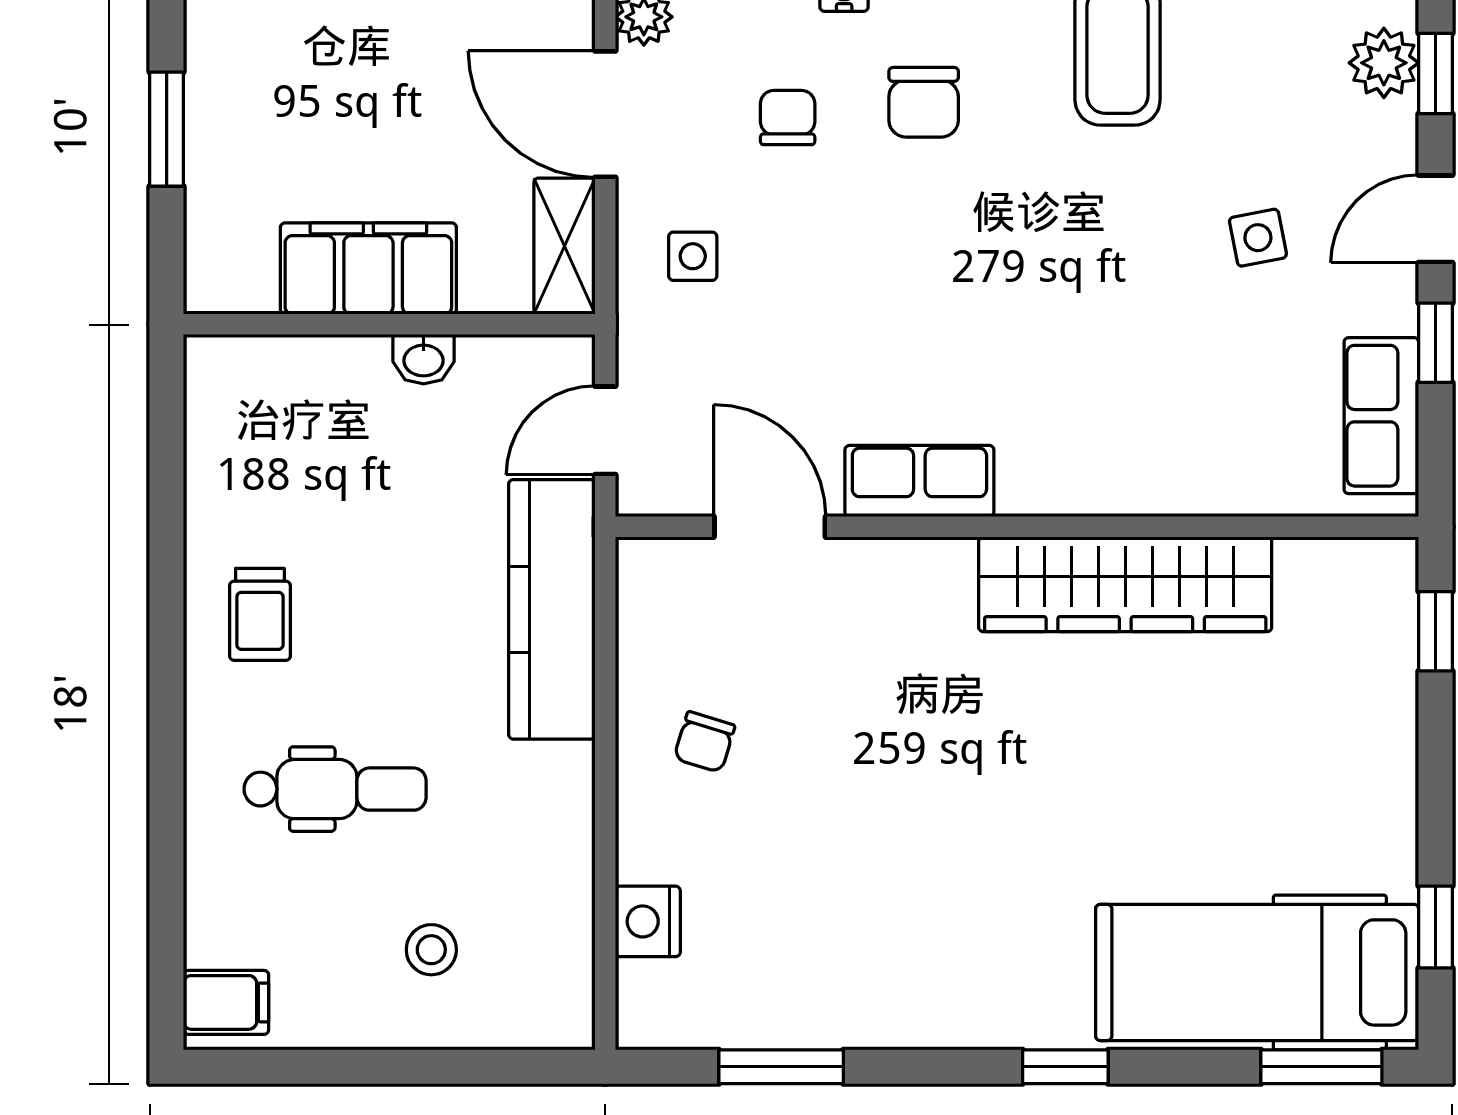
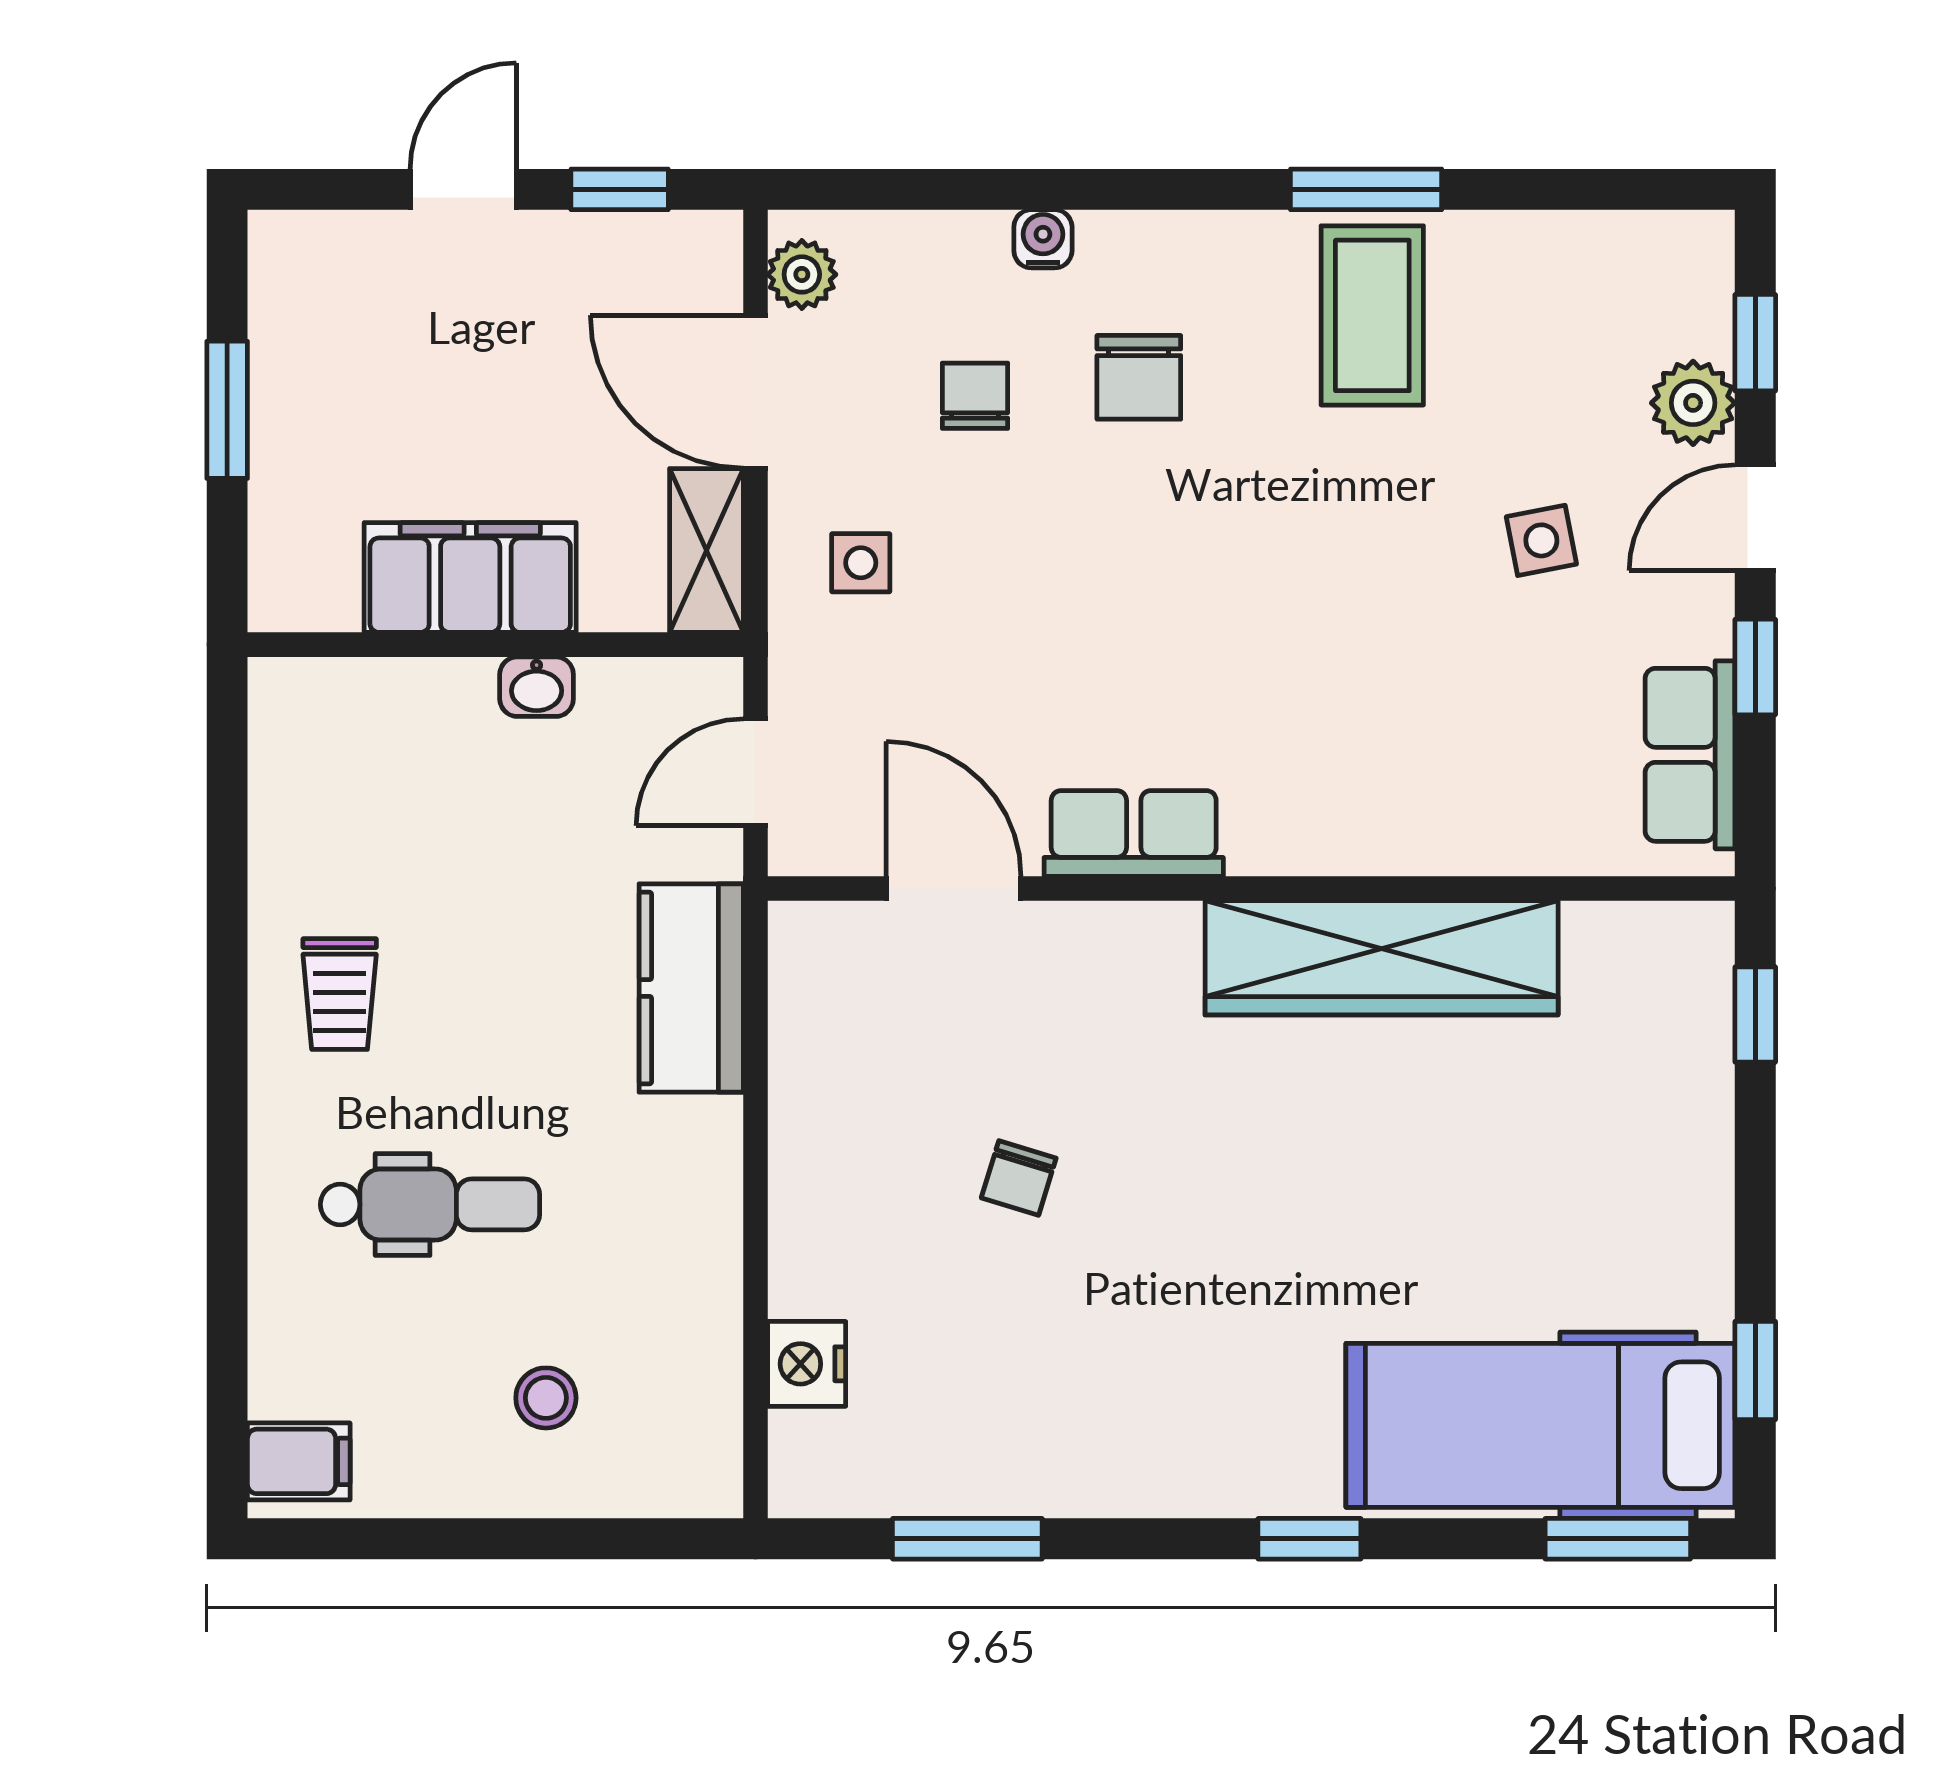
plant: (1384, 63) -> (1693, 403), moved
kitchen counter: (552, 609) -> (691, 988), width x0.67
chair: (704, 742) -> (1019, 1178), moved

